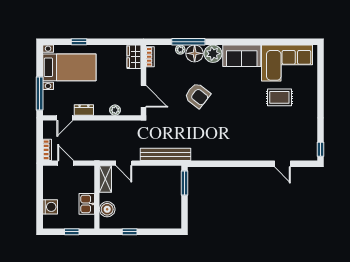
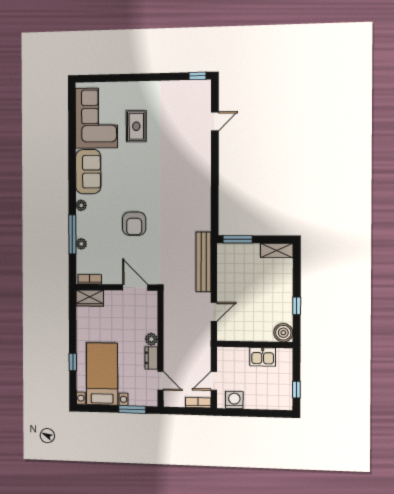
floor lamp: (195, 53) -> (86, 227), removed
plant: (213, 54) -> (81, 205), width x0.53, depth x0.53
window: (40, 93) -> (132, 409), width x0.69
armchair: (197, 95) -> (134, 224), turned 142
door: (144, 96) -> (135, 287), hinge flipped
plant: (115, 110) -> (151, 339), moved
shelving: (105, 179) -> (277, 250), moved
washing machine: (50, 207) -> (234, 400), moved
boiler: (107, 209) -> (283, 333), moved
window: (72, 232) -> (296, 390), moved

